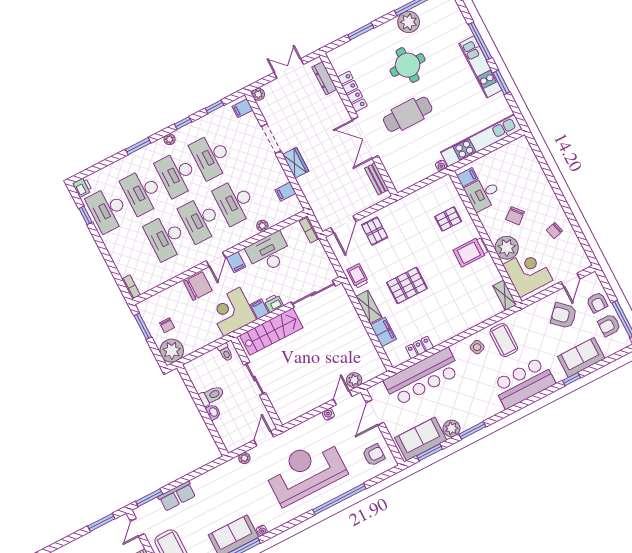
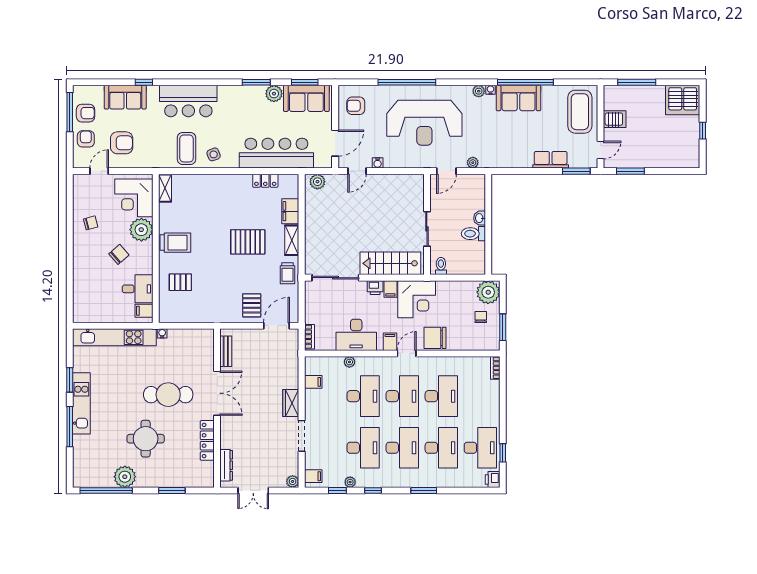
plant: (170, 139) -> (350, 482), moved
armchair: (564, 315) -> (122, 143), turned -43
plant: (354, 380) -> (317, 182), moved
plant: (272, 524) -> (479, 91), added

